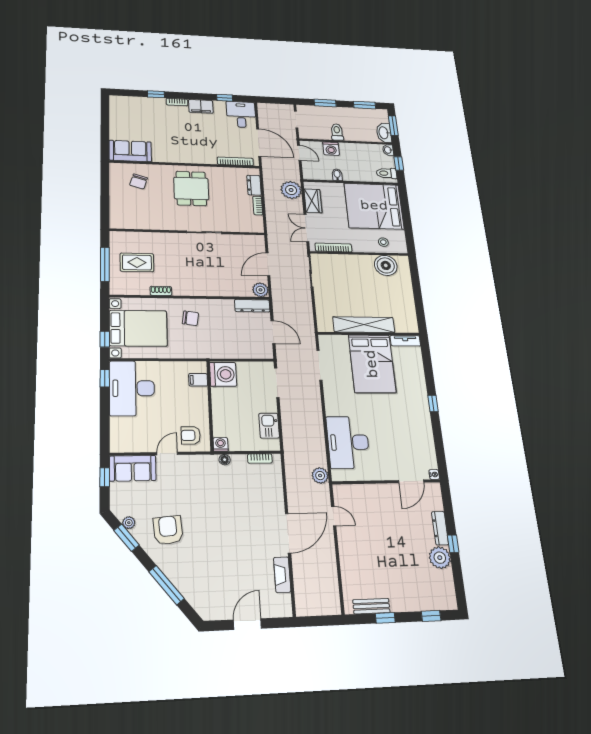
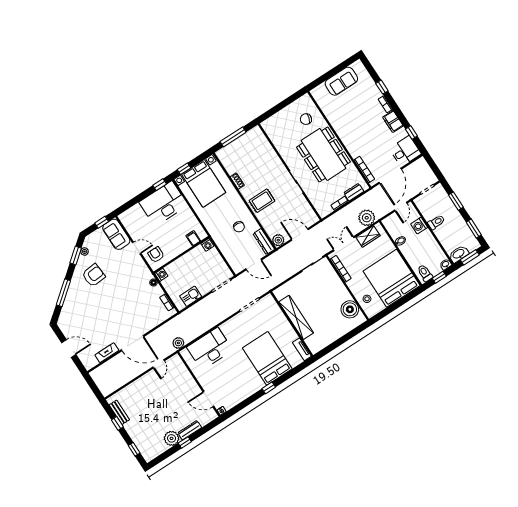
sofa: (130, 151) -> (341, 81), moved, turned 90
dining table: (191, 188) -> (323, 154), width x1.88, depth x1.24
rug: (137, 262) -> (262, 201), moved, turned 90
chair: (190, 318) -> (239, 227), moved
door: (273, 332) -> (254, 264), hinge flipped
bed: (372, 364) -> (267, 358), moved, turned 90
washing machine: (223, 374) -> (207, 245), width x0.53, depth x0.53

